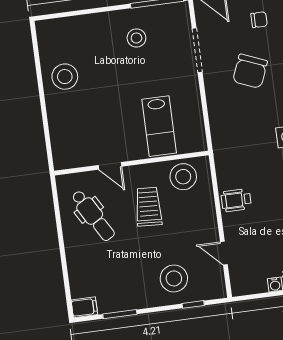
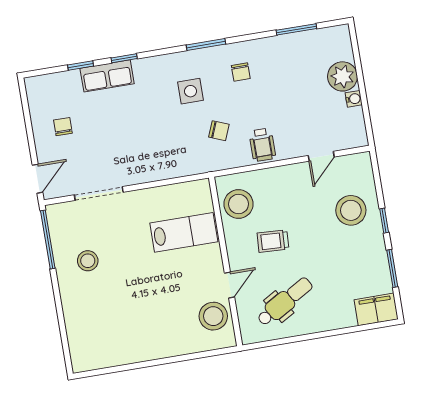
chair: (250, 71) -> (219, 131), moved, width x0.54, depth x0.54
stool: (65, 77) -> (213, 316), moved
trolley: (148, 207) -> (273, 241), width x0.73, depth x0.72
window: (193, 304) -> (384, 221), moved
filing cabinet: (84, 307) -> (376, 309), width x2.00

